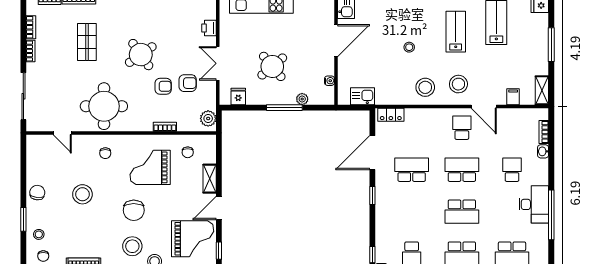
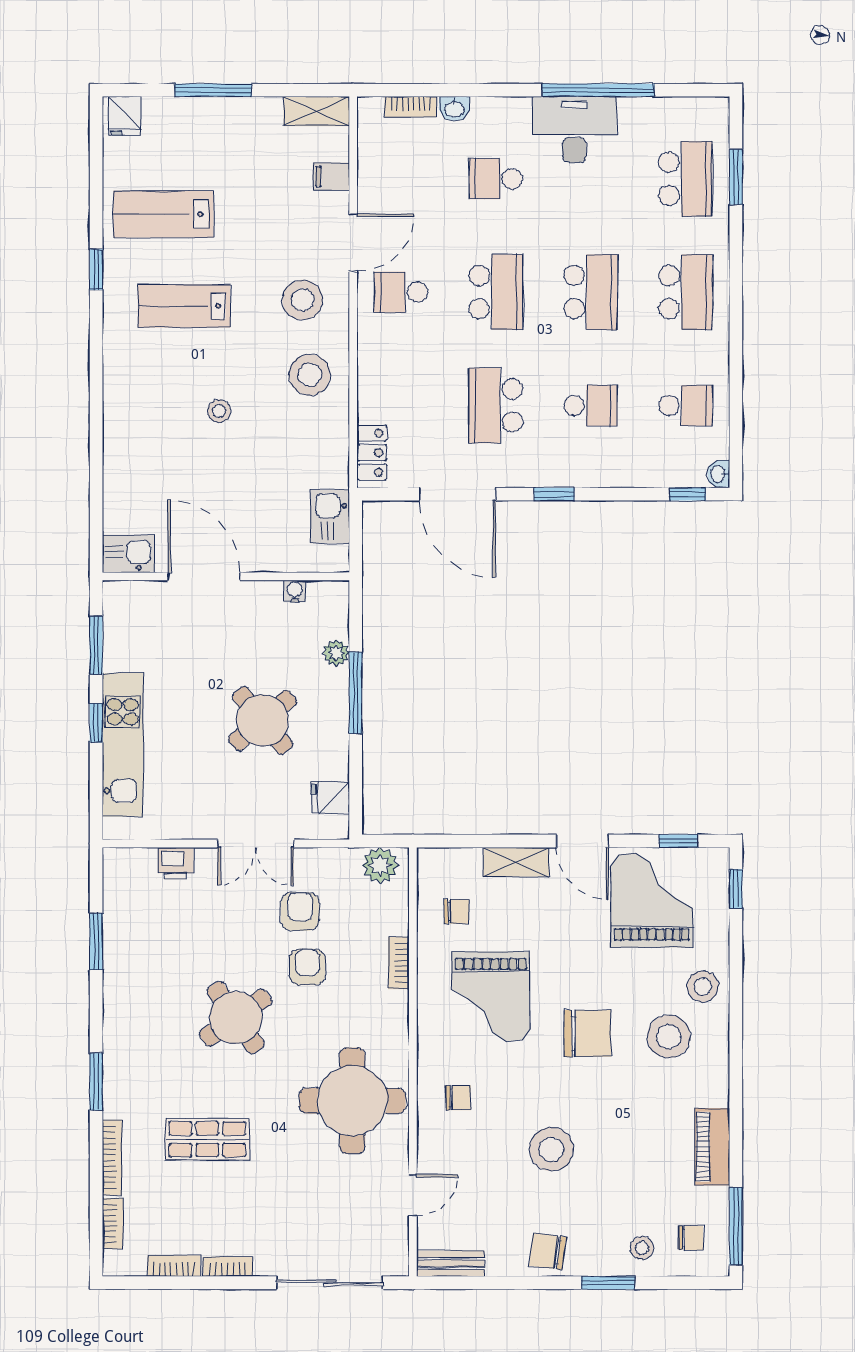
bench: (32, 150) -> (451, 1263), added
school desk: (462, 170) -> (496, 292), turned 180
school desk: (412, 212) -> (591, 405), added

